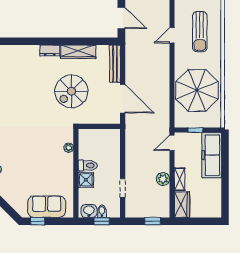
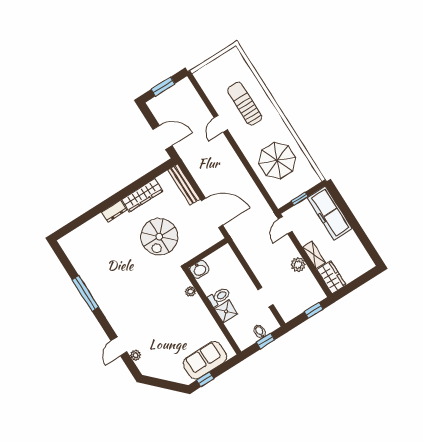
sun lounger: (200, 32) -> (245, 104), turned 180
parasol: (197, 90) -> (277, 161), width x0.73, depth x0.73
washbasin: (89, 211) -> (199, 269), moved, turned 180

